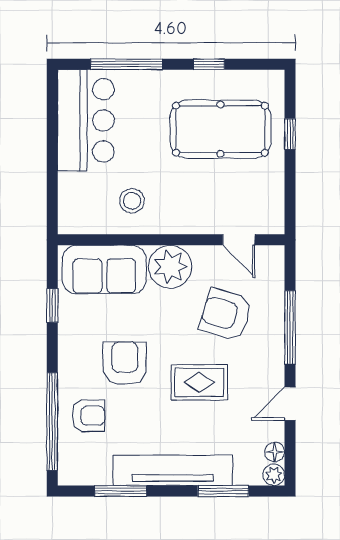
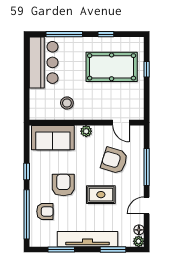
plant: (170, 267) -> (86, 131), width x0.53, depth x0.53
window: (52, 306) -> (27, 172), moved

